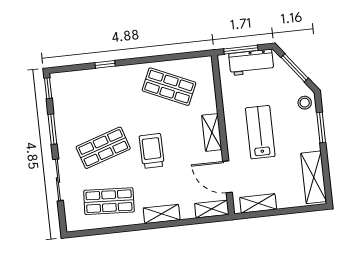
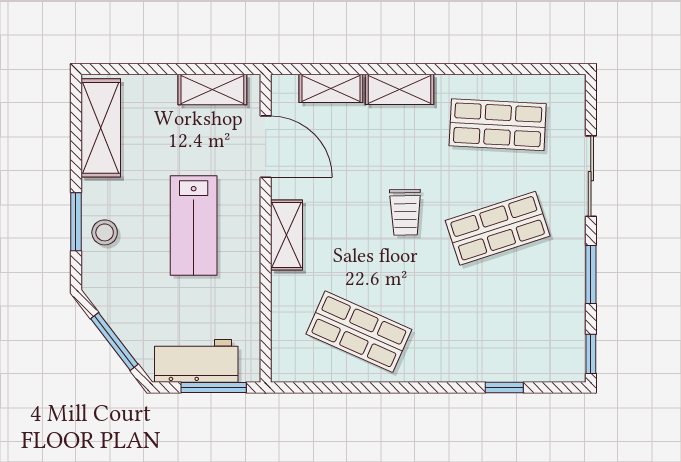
window: (105, 64) -> (504, 387), moved
stool: (305, 103) -> (105, 232), moved
trolley: (152, 151) -> (405, 212), width x0.73, depth x0.72
shelving: (212, 209) -> (331, 88), moved

